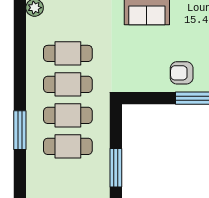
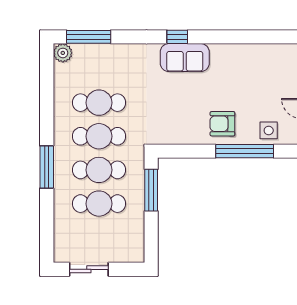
window: (20, 130) -> (47, 167), moved
window: (116, 168) -> (151, 190), moved

